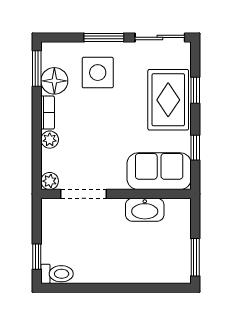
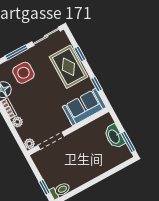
washbasin: (145, 210) -> (114, 136), moved, turned 90

